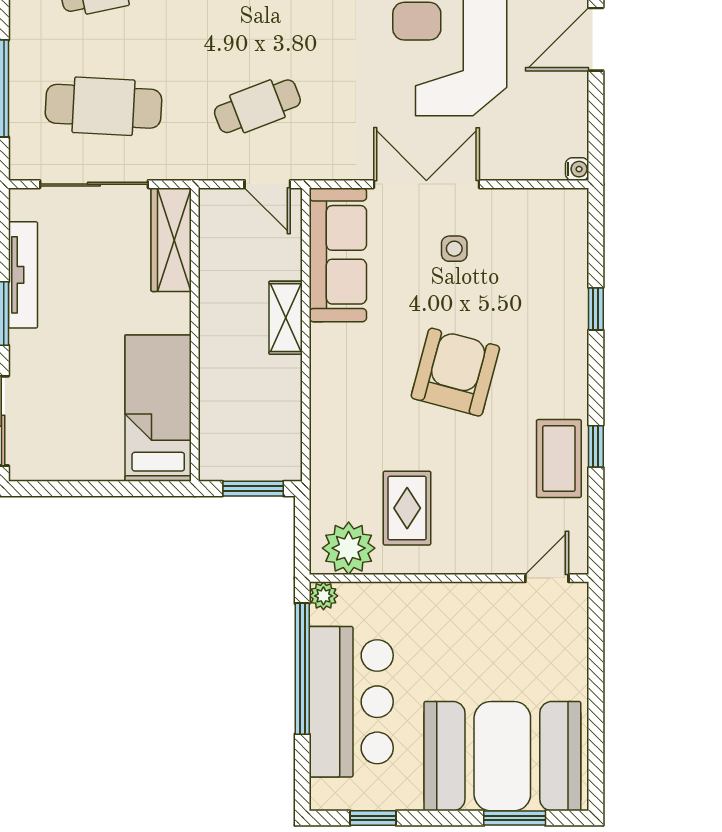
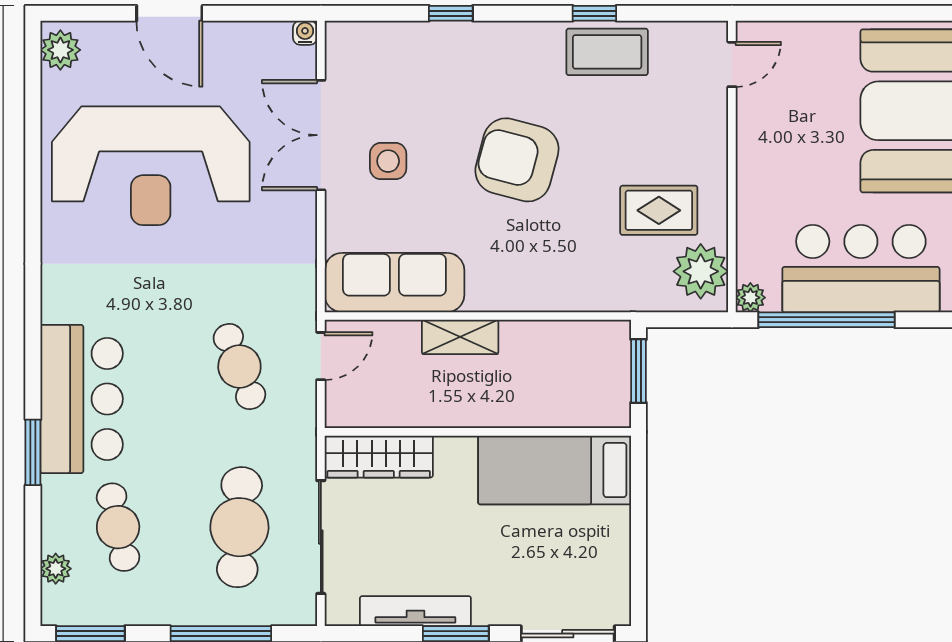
double door: (426, 184) -> (321, 135), moved
side table: (454, 249) -> (388, 161), width x1.37, depth x1.37
door: (547, 578) -> (732, 64), swing flipped

